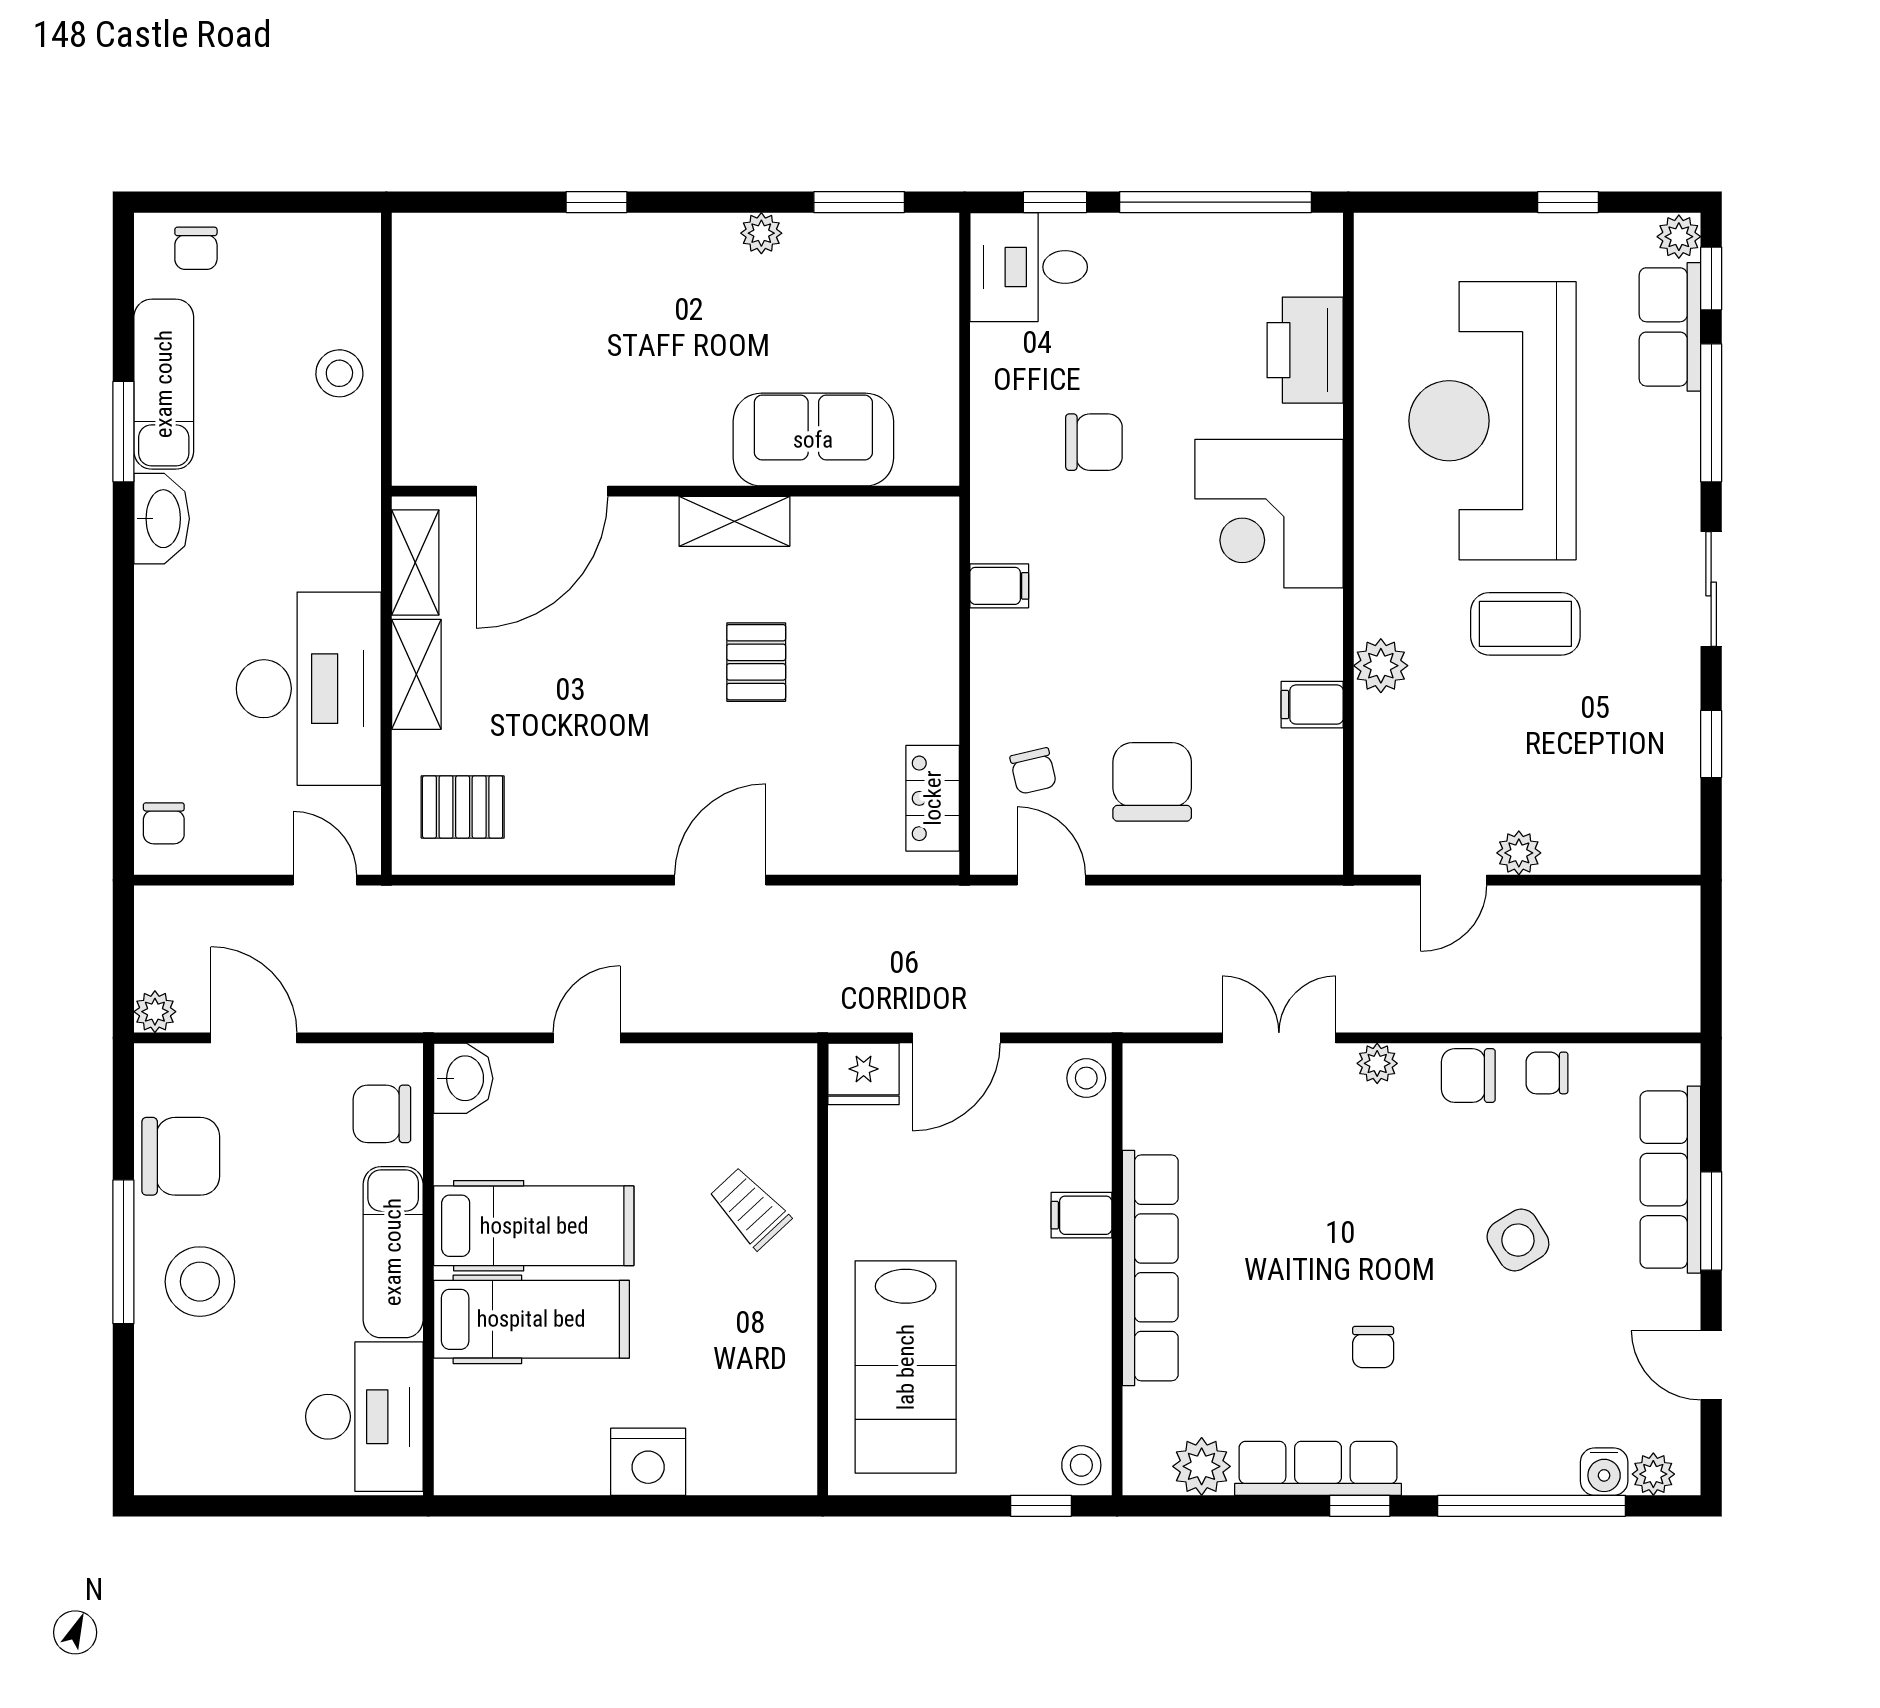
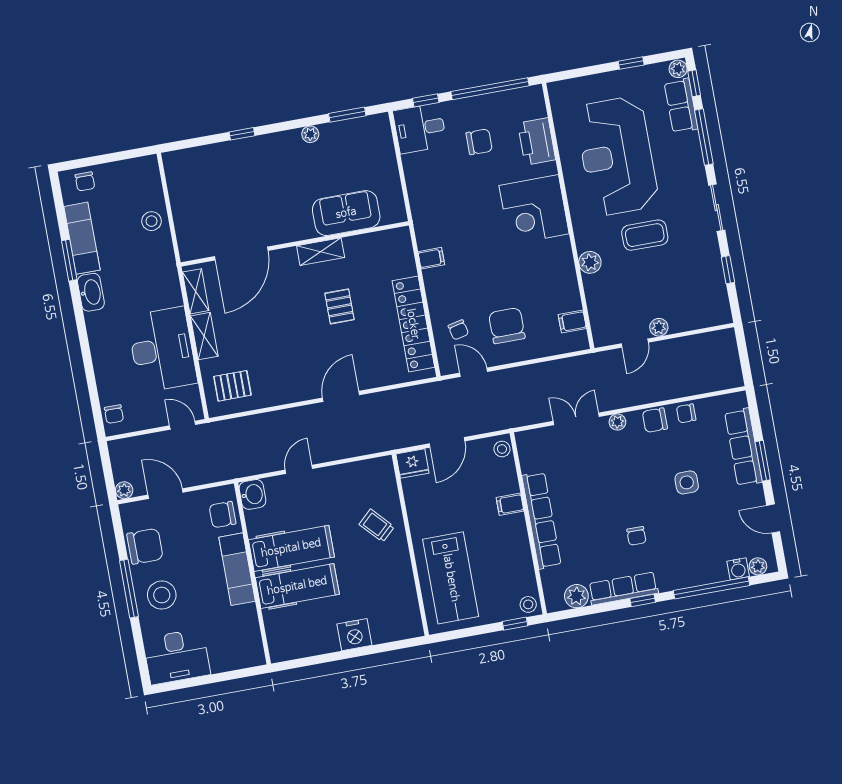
chair: (1094, 442) -> (479, 142), moved
filing cabinet: (1312, 705) -> (572, 322), moved
locker: (933, 798) -> (413, 324), width x2.16, depth x1.21
side table: (1518, 1240) -> (687, 482), turned 32
desk: (364, 1417) -> (177, 656), moved, turned 90

